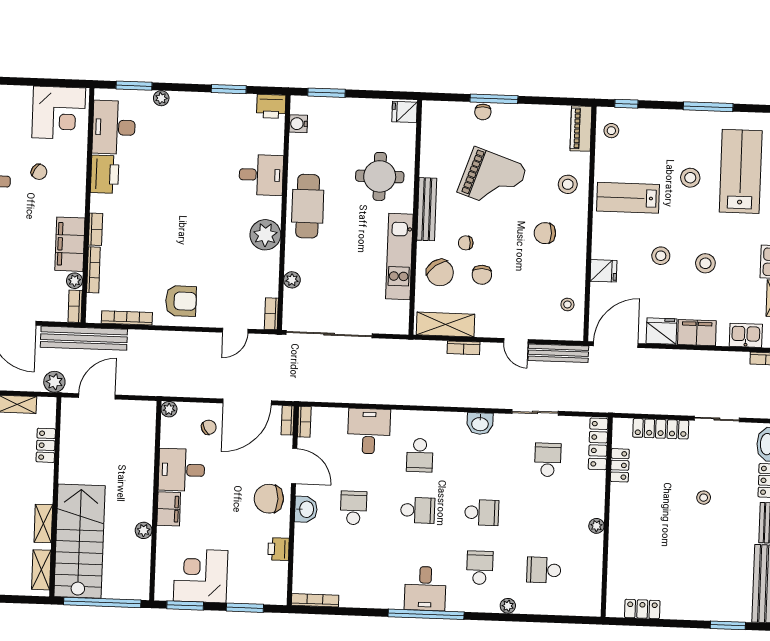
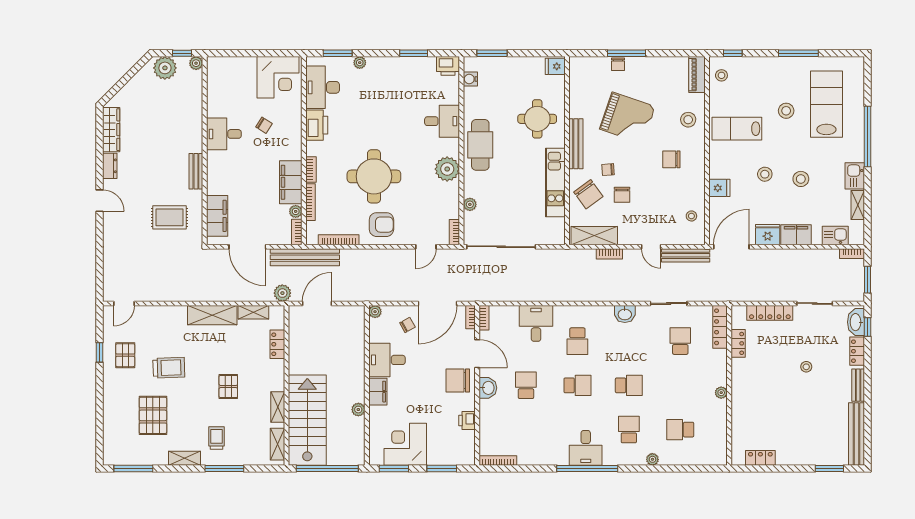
round table: (174, 241) -> (374, 176), added

